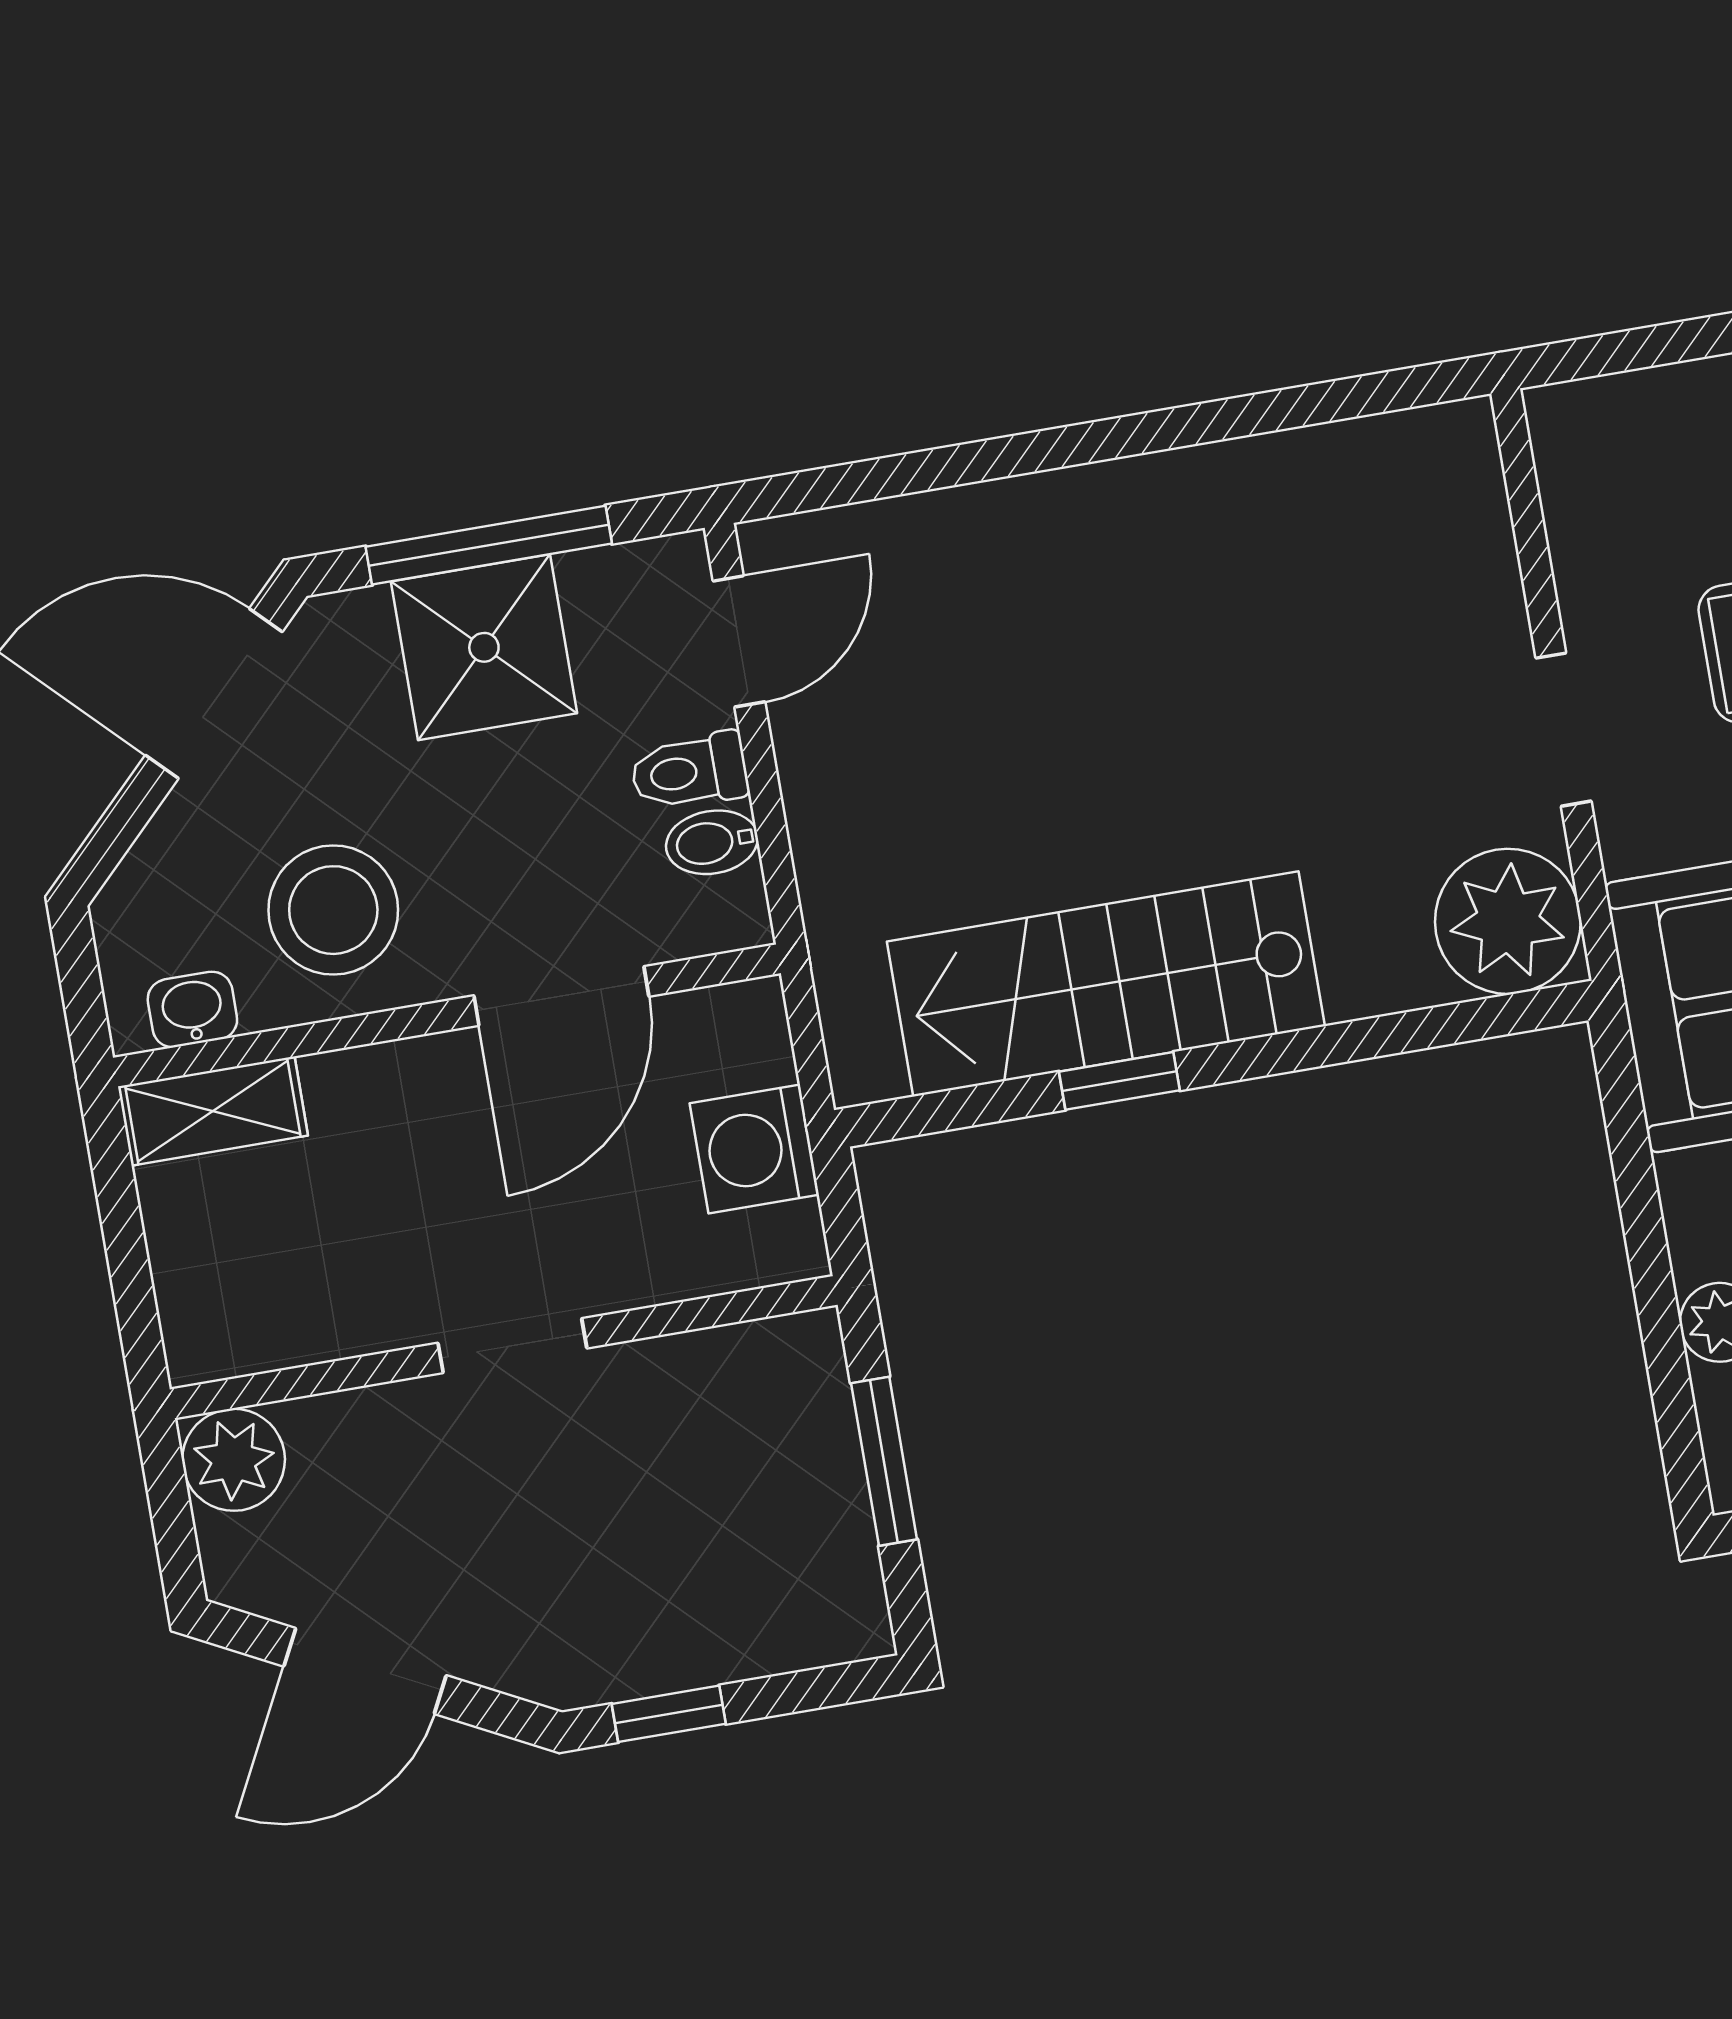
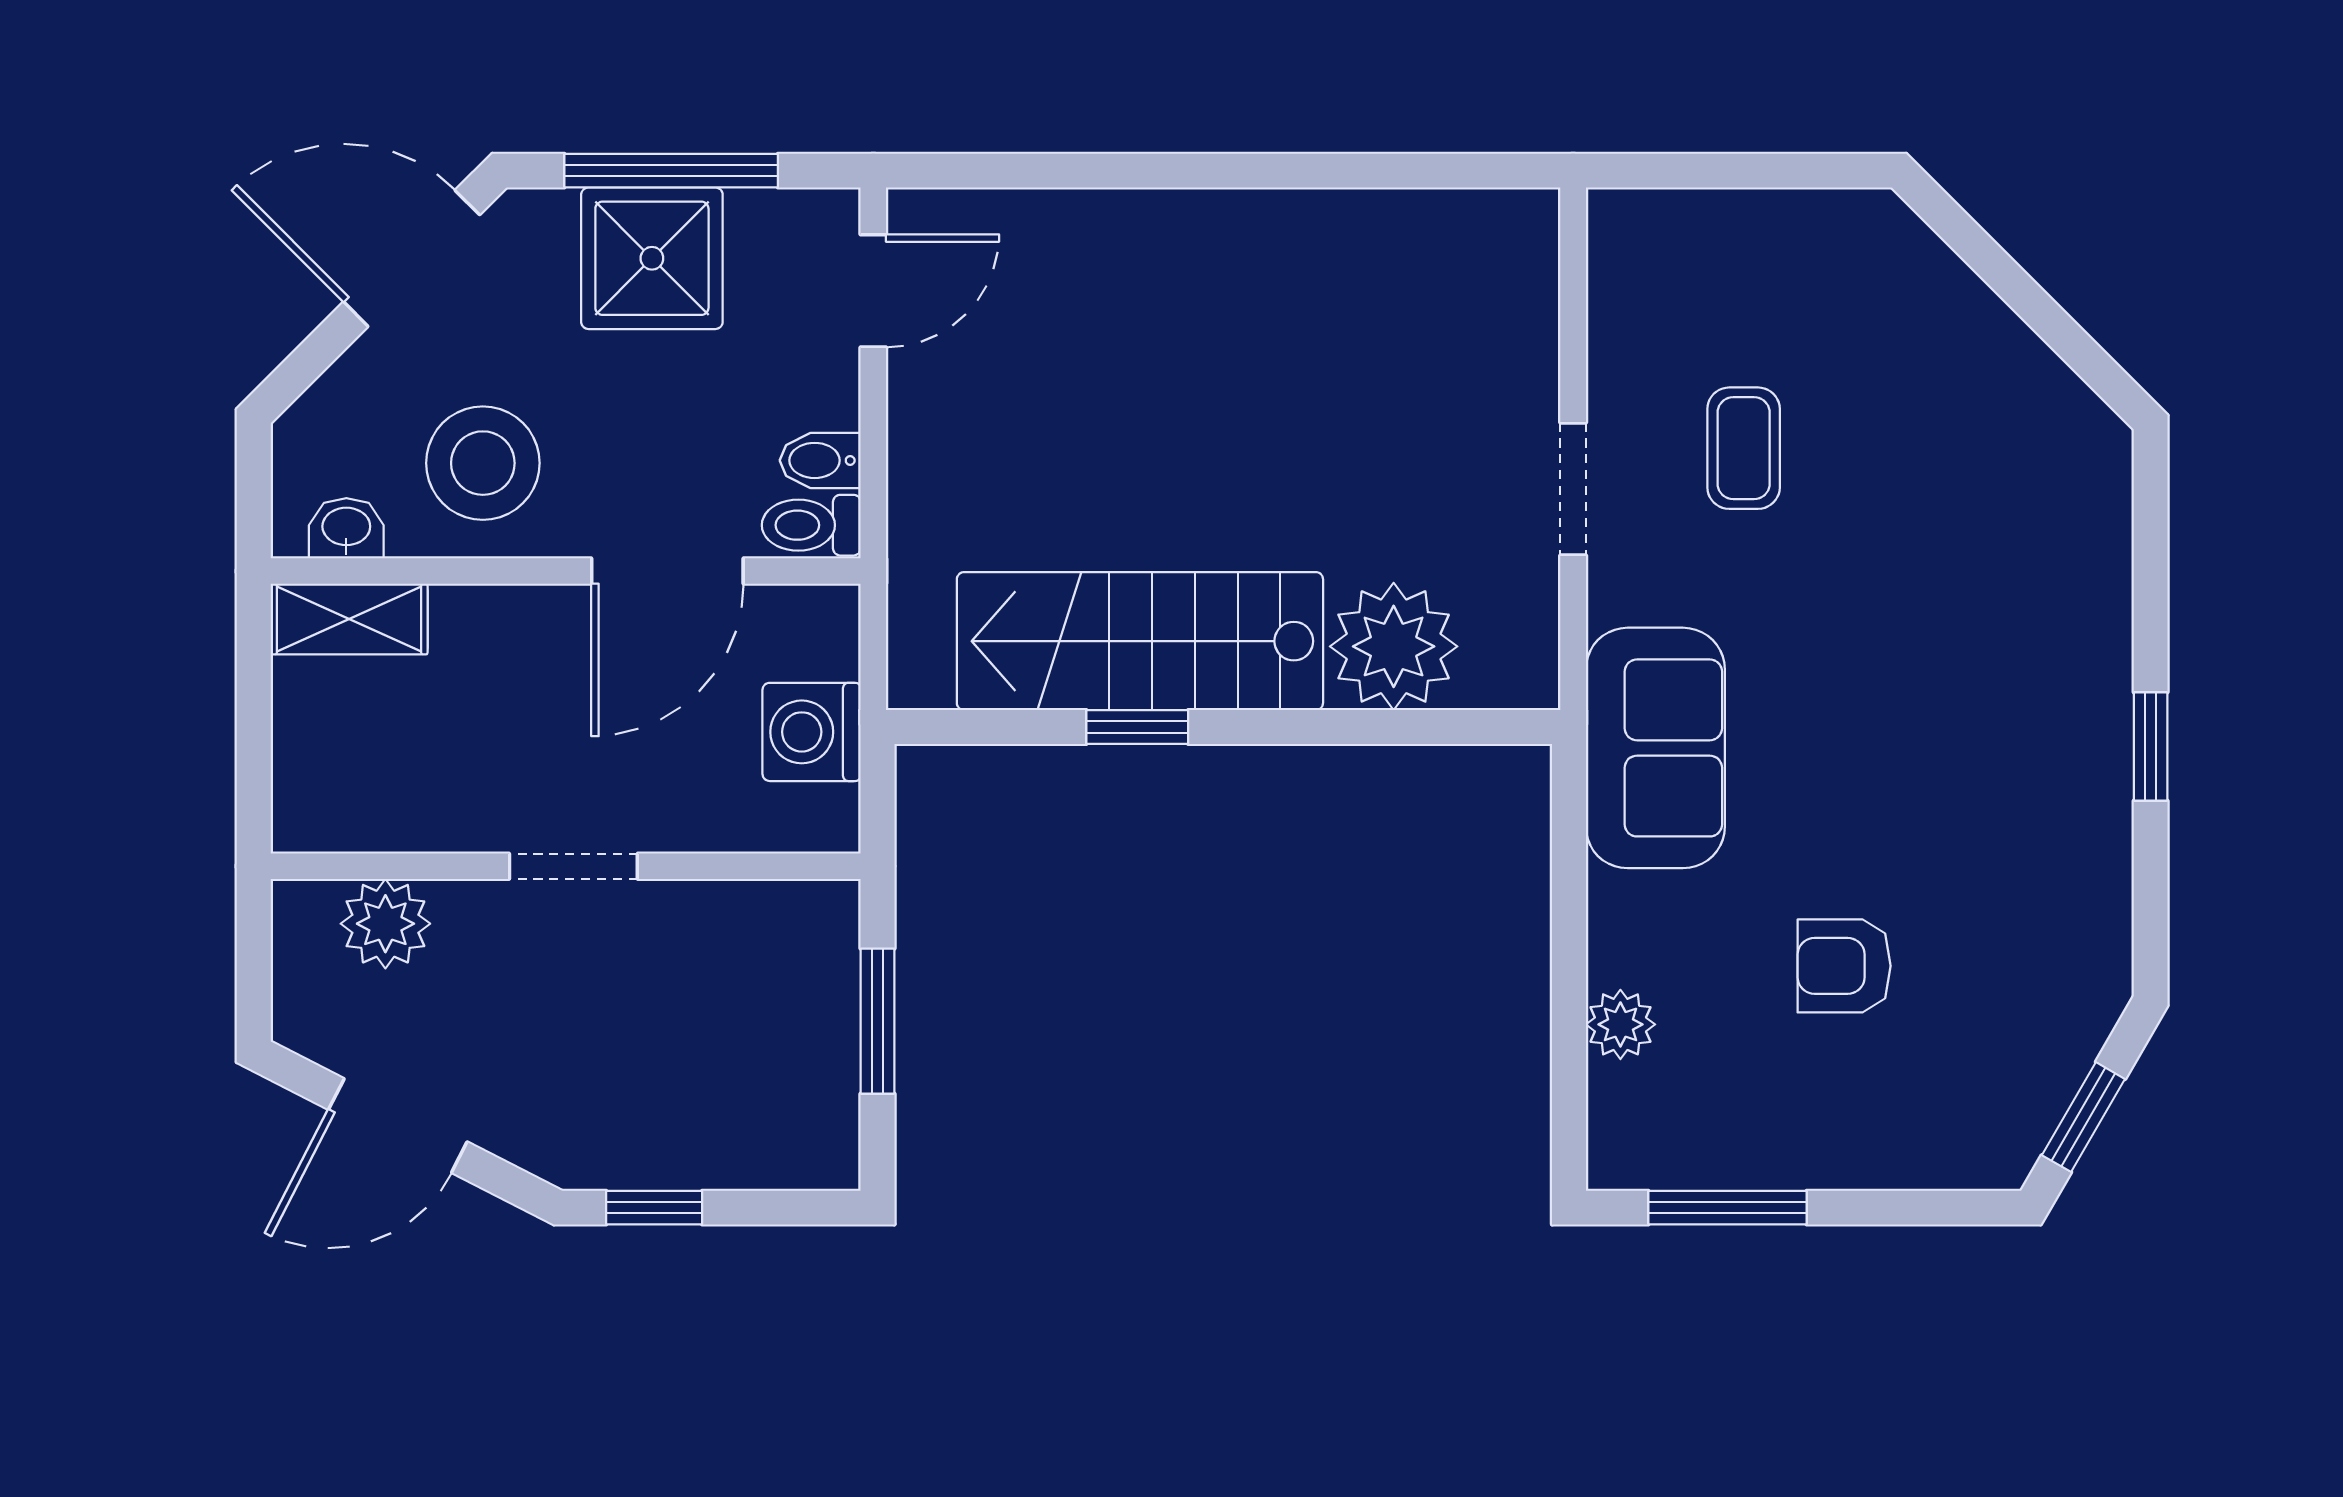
toilet: (689, 771) -> (811, 525), moved
plant: (1508, 921) -> (1394, 646), moved
plant: (234, 1460) -> (385, 924), moved

